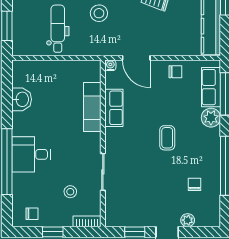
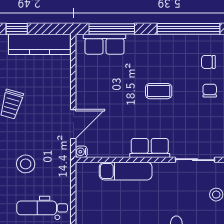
chair: (175, 72) -> (210, 91), moved
row of seats: (114, 108) -> (150, 148), moved
plant: (211, 118) -> (137, 44), removed

